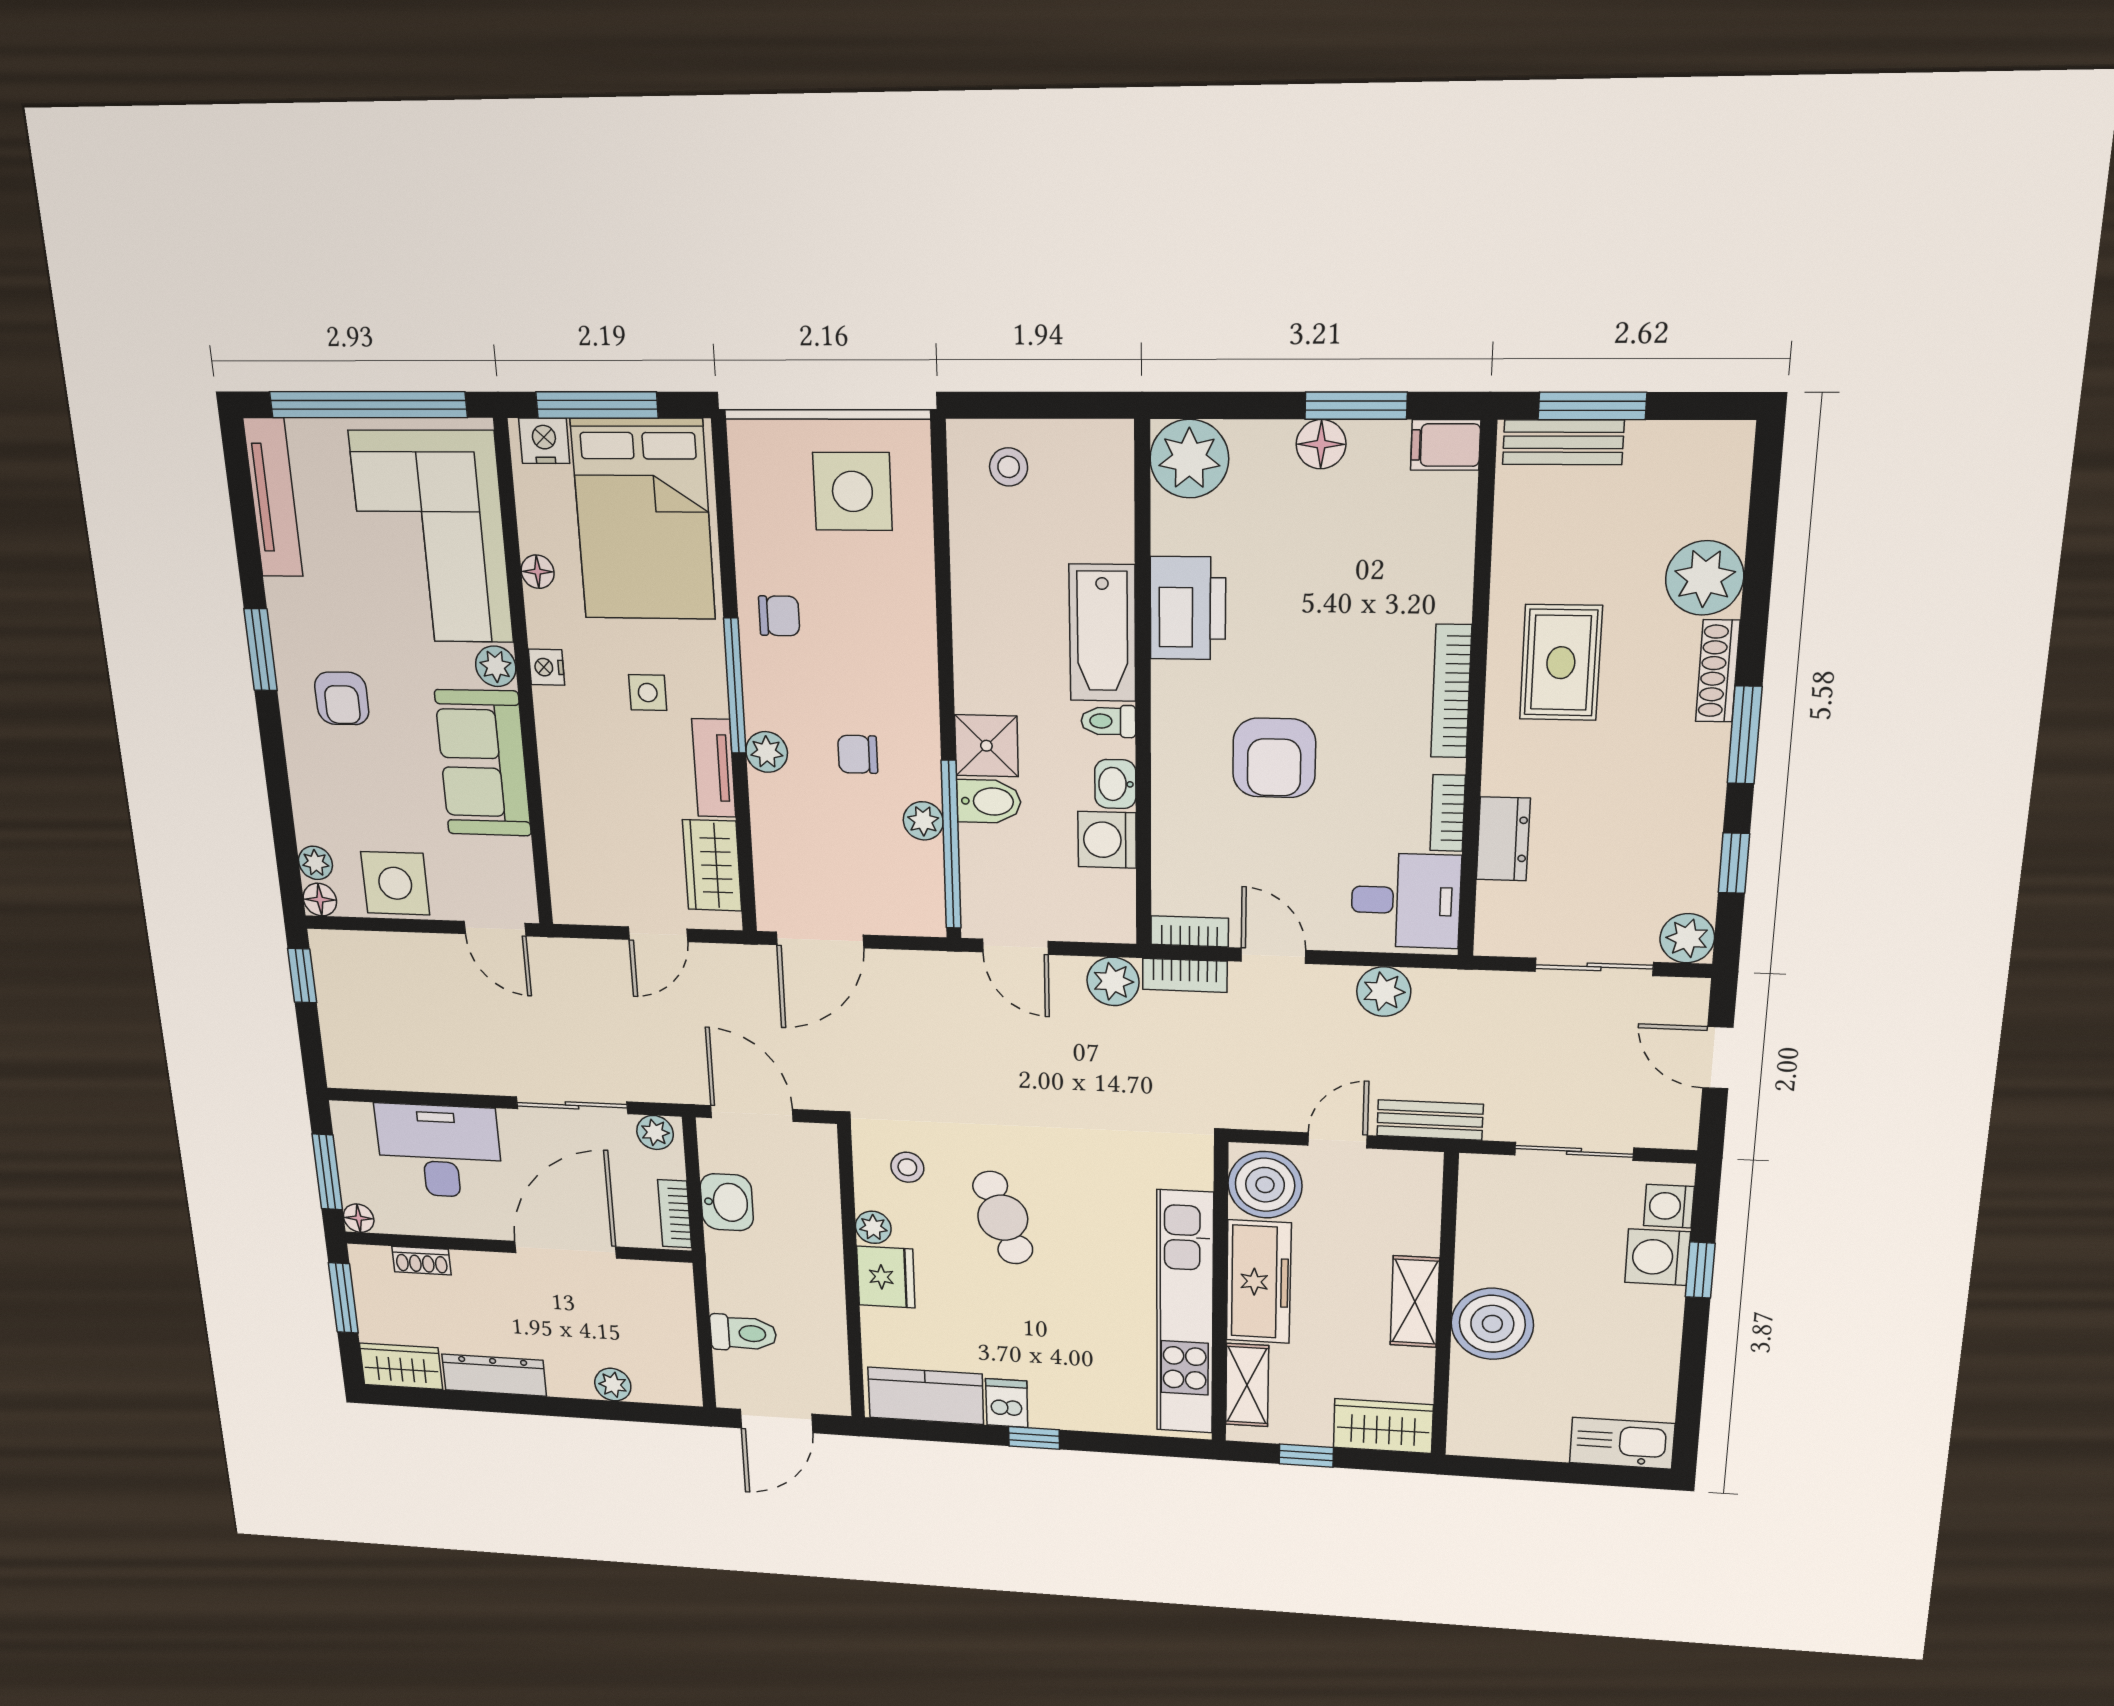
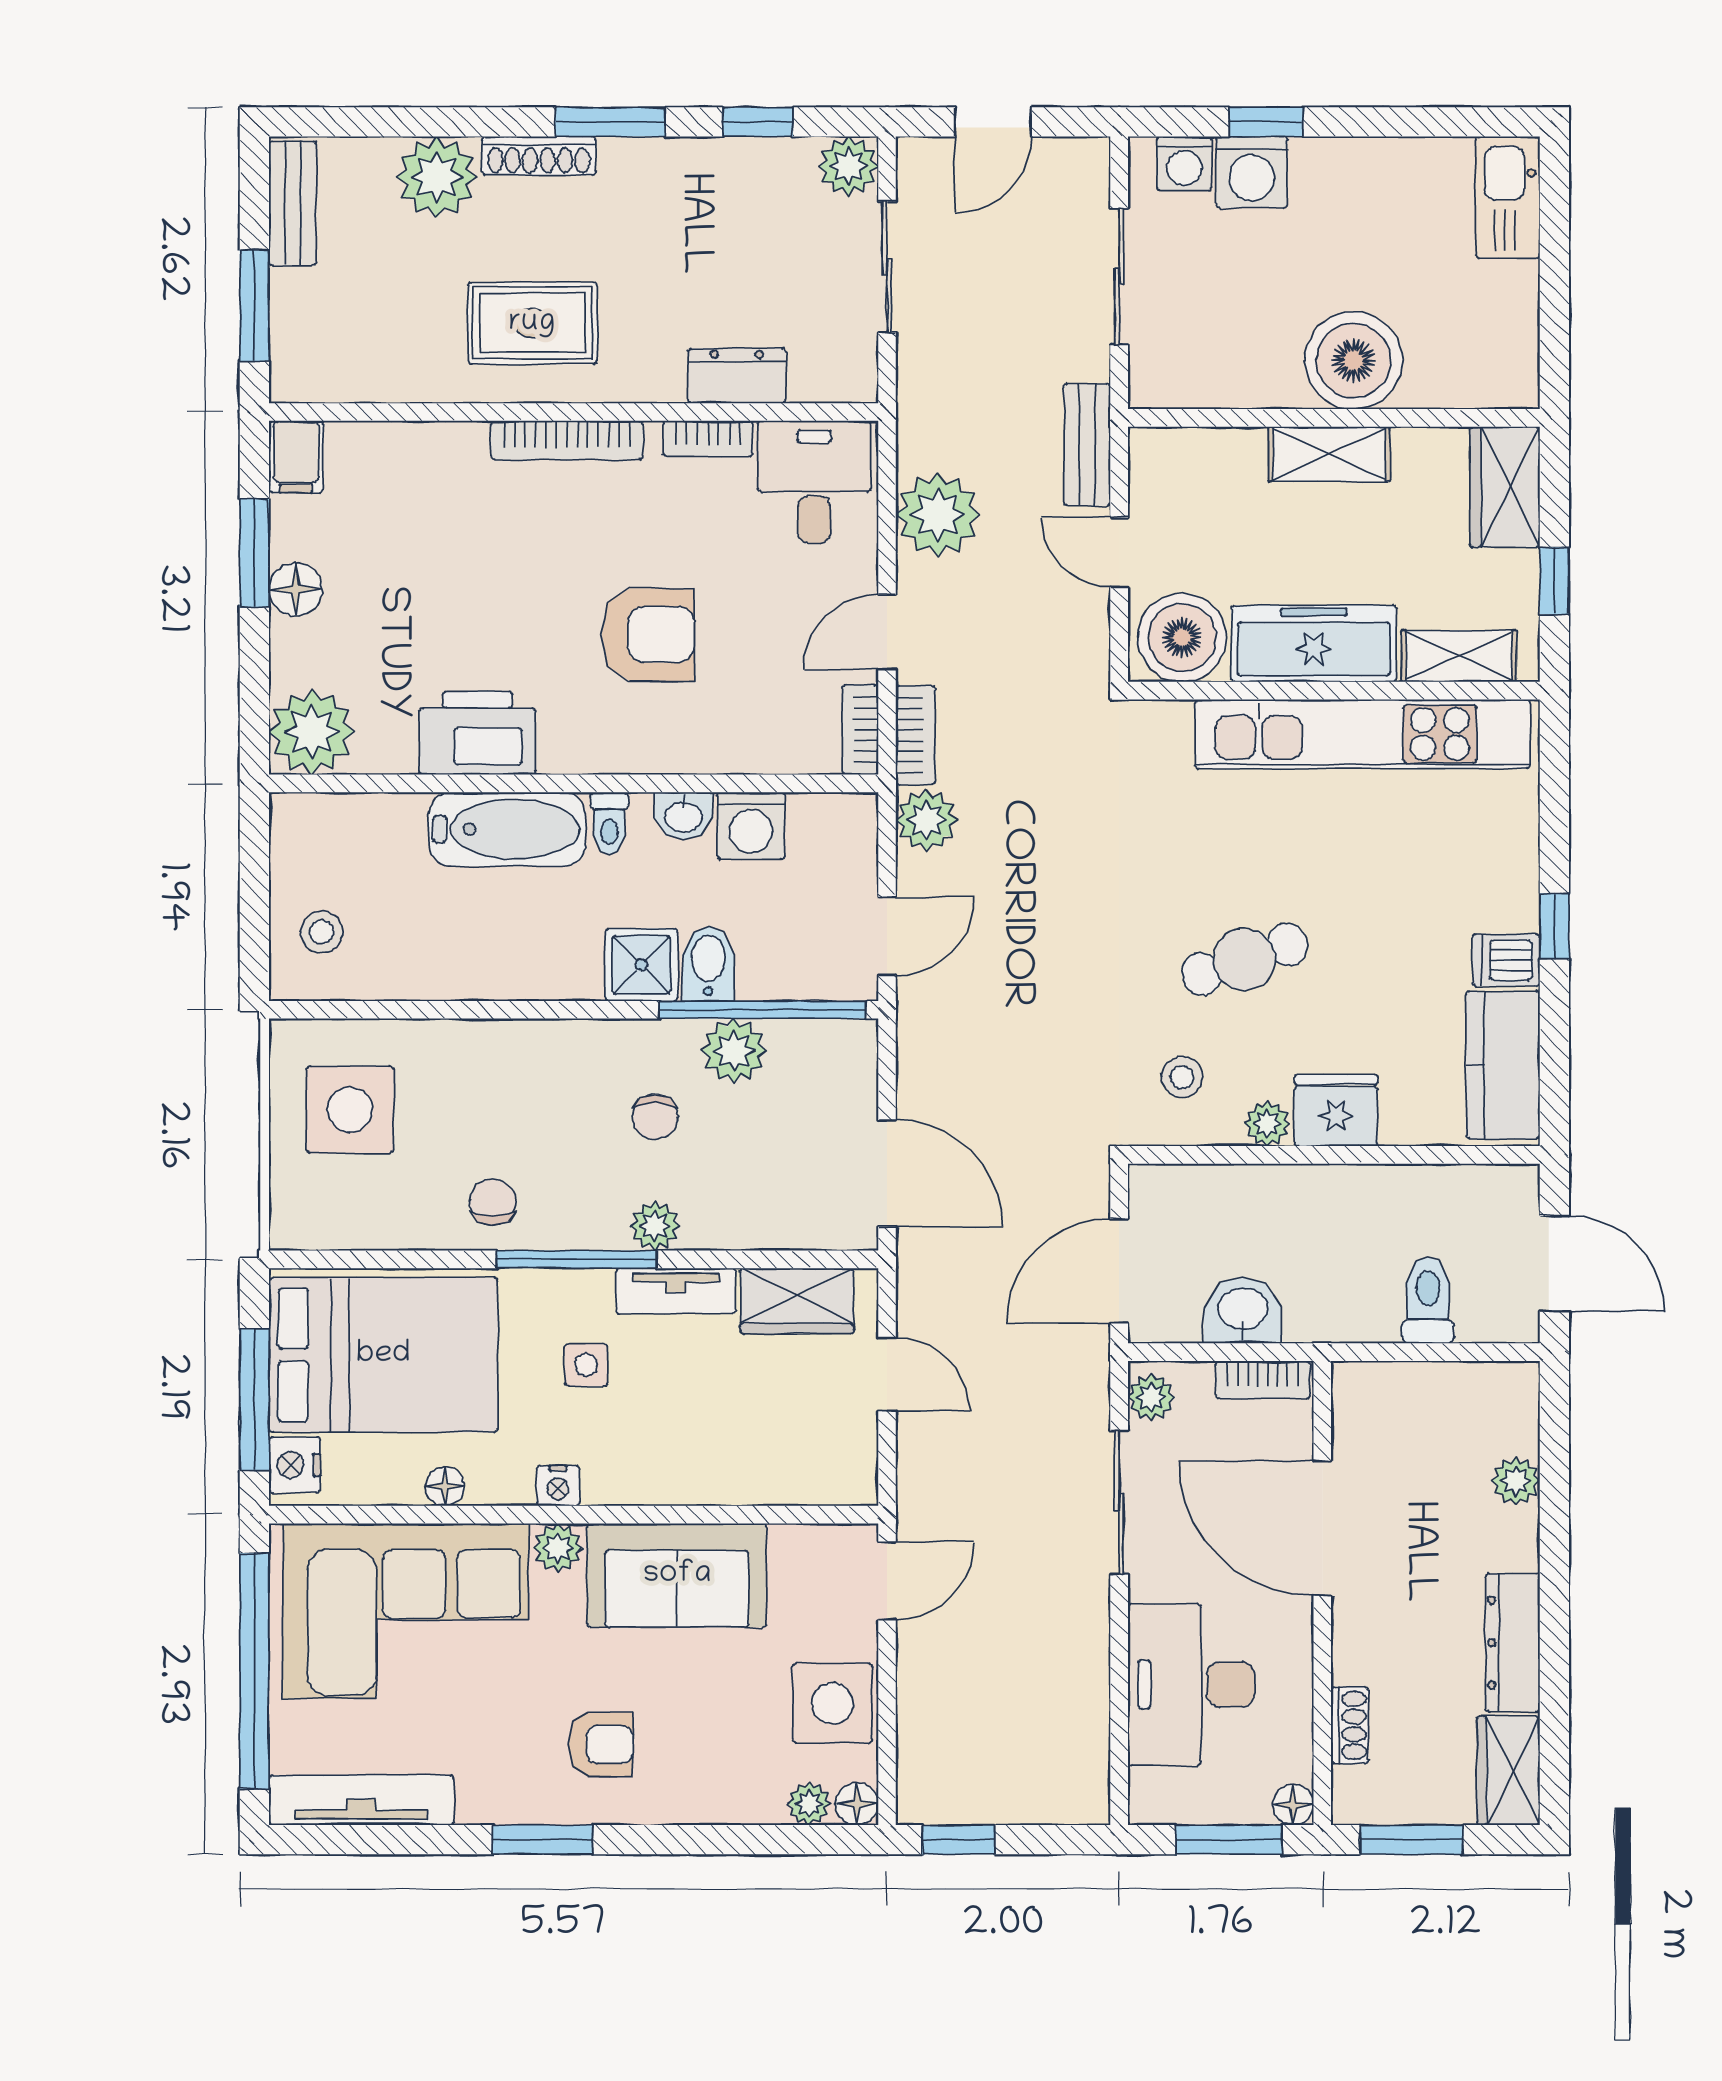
bench: (1563, 442) -> (293, 203), moved
plant: (923, 821) -> (734, 1051), width x1.38, depth x1.38
plant: (1384, 992) -> (938, 515), width x1.36, depth x1.36

